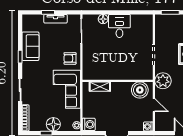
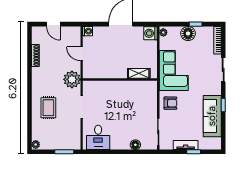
desk: (119, 26) -> (98, 137), moved
sofa: (30, 46) -> (212, 116), width x1.36
boiler: (140, 90) -> (96, 70), removed

